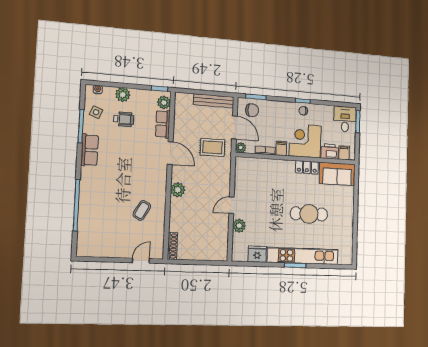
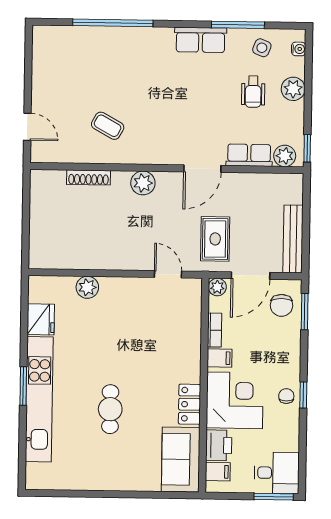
door: (231, 205) -> (168, 274), moved
cafe table: (309, 214) -> (110, 409), width x0.73, depth x0.74
shoe rack: (172, 246) -> (89, 177), moved

